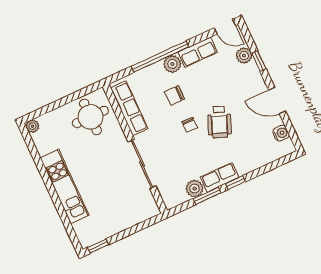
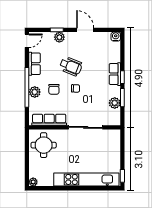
plant: (244, 56) -> (59, 37), moved
plant: (172, 64) -> (35, 92), moved
door: (277, 101) -> (85, 30), swing flipped
wheelchair: (219, 122) -> (71, 66), moved
water cooler: (281, 133) -> (116, 37), moved
row of seats: (220, 177) -> (115, 74), moved
kitchen unit: (65, 187) -> (86, 179), width x1.36

